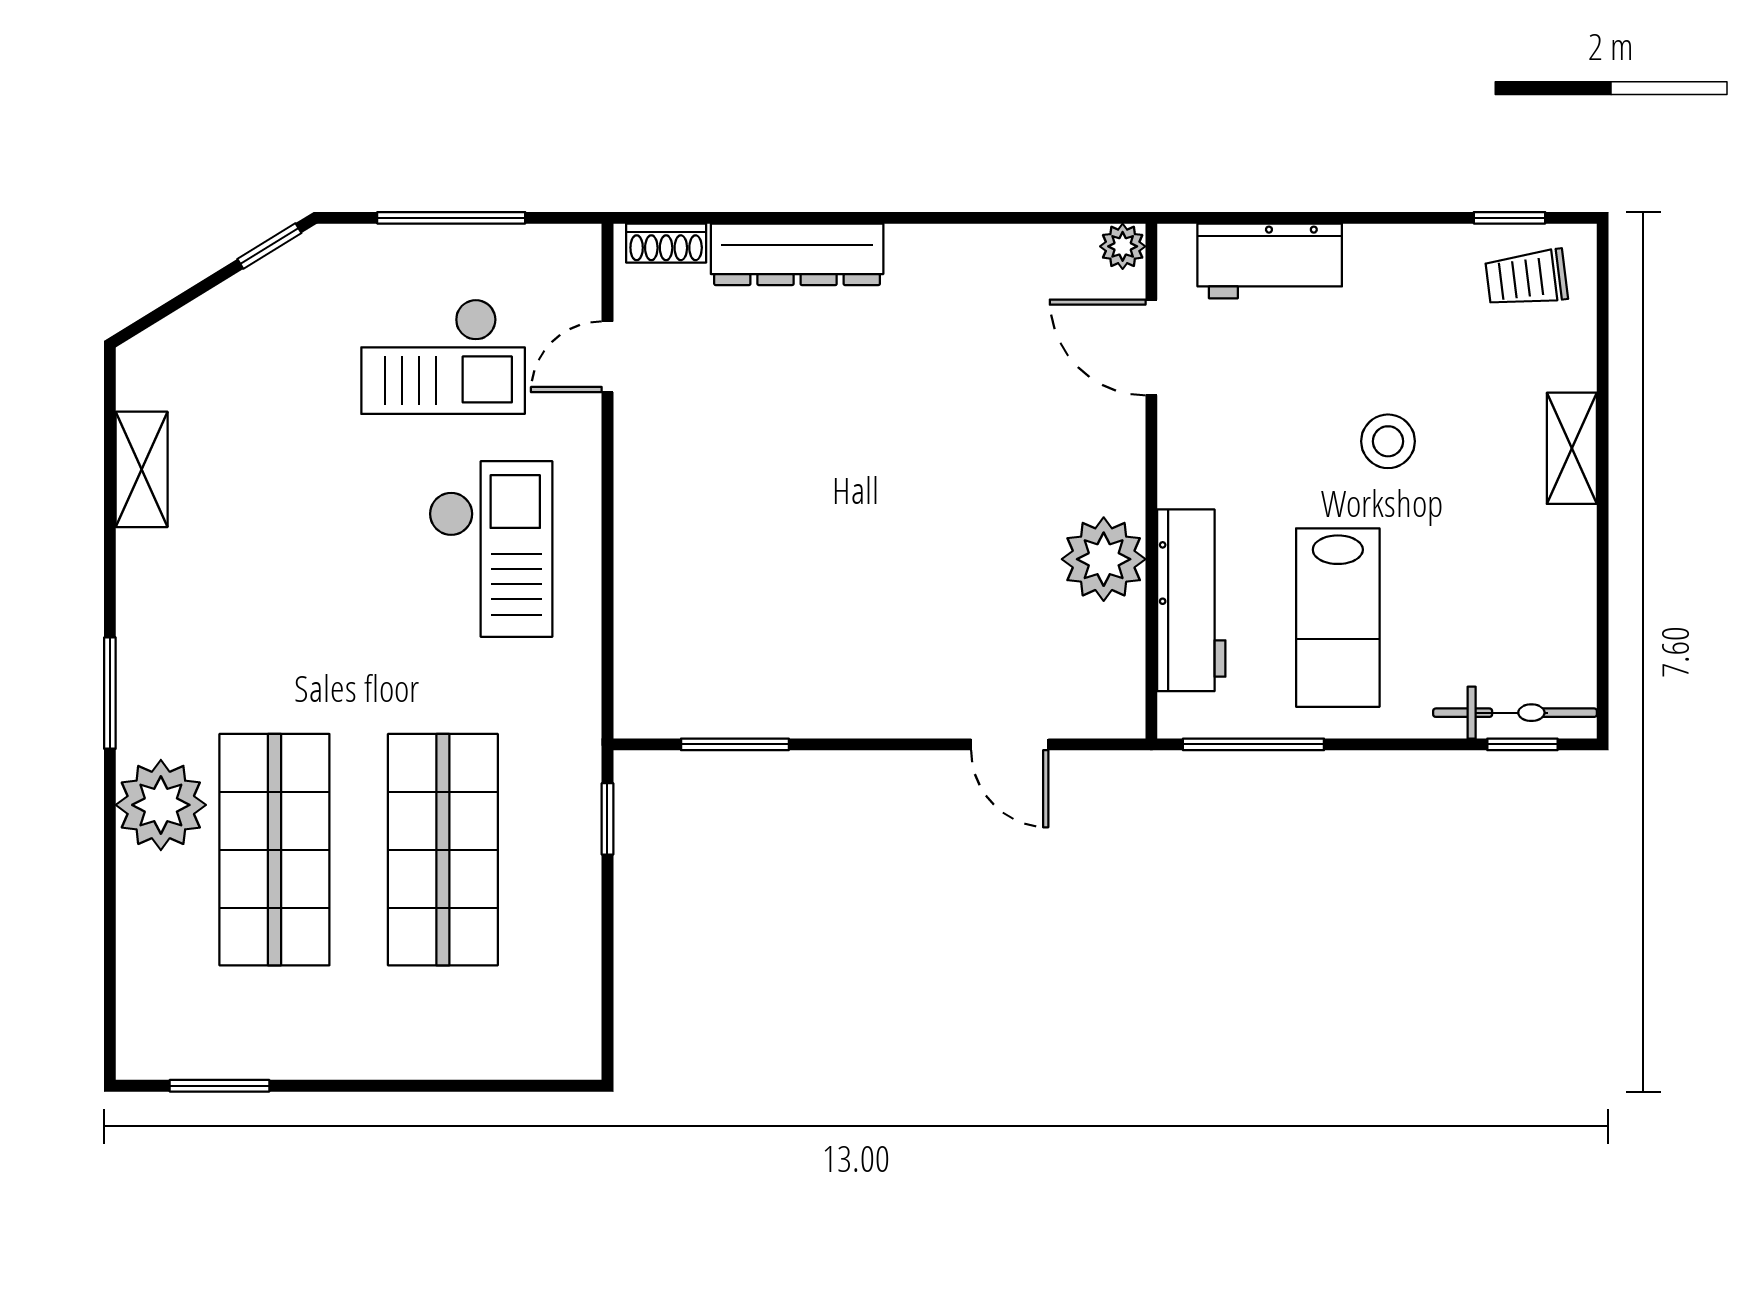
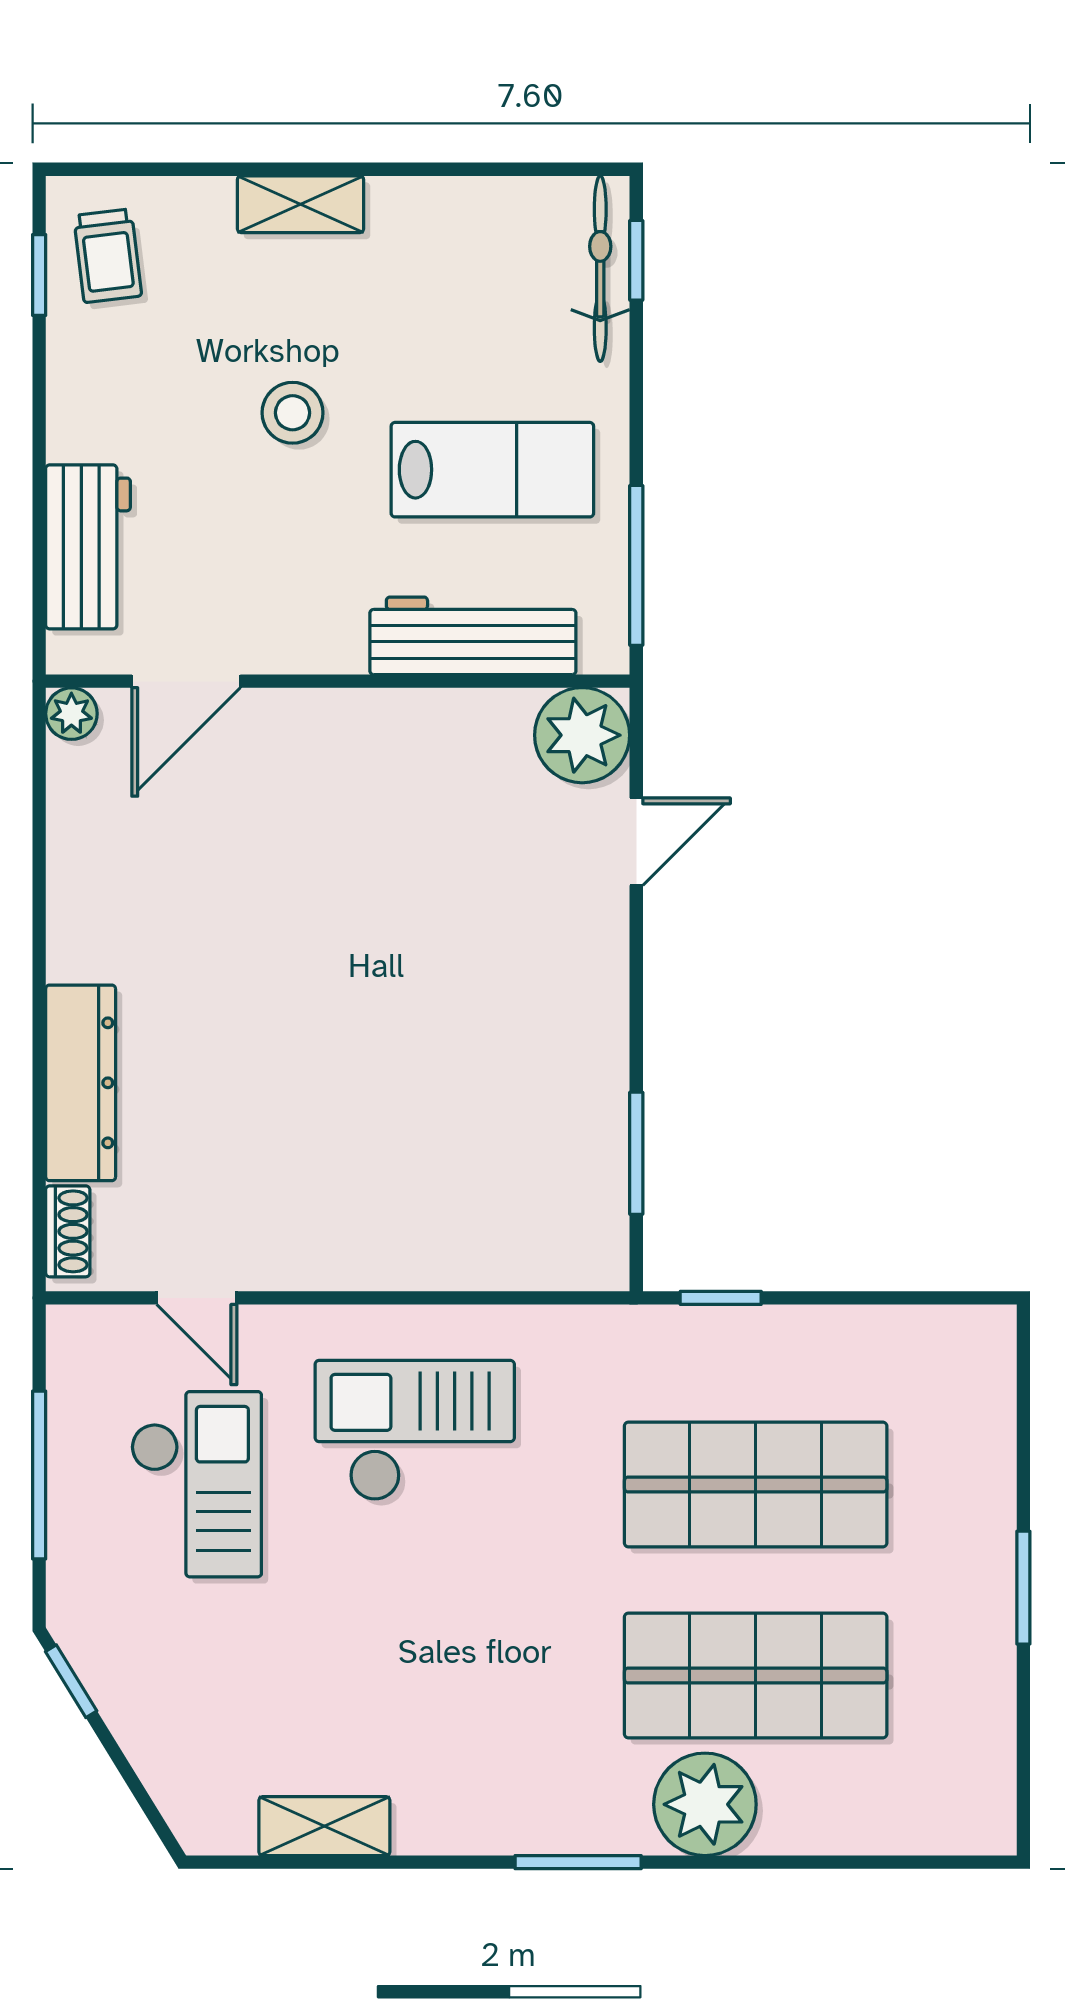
plant: (1104, 559) -> (582, 735), moved
window: (220, 1086) -> (1023, 1588), moved

